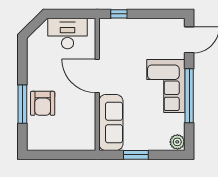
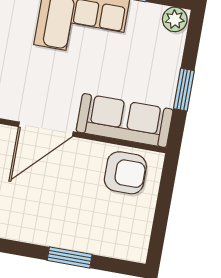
armchair: (43, 103) -> (125, 173), moved
window: (22, 104) -> (70, 257), width x0.69

